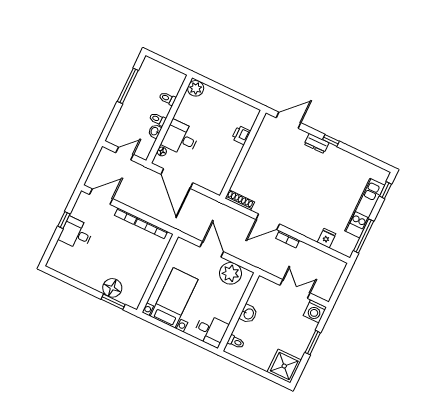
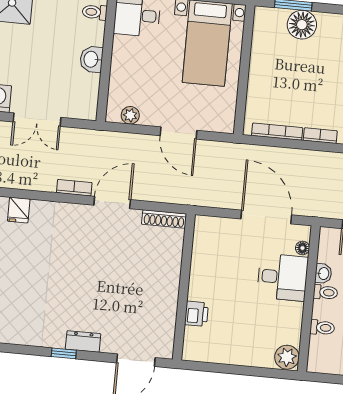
plant: (230, 273) -> (130, 115), width x0.53, depth x0.53

